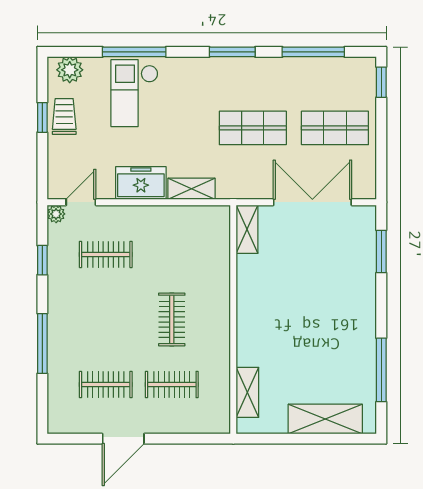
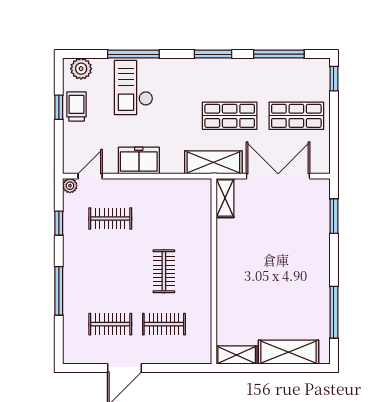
shelving: (192, 189) -> (213, 162), moved, width x1.50, depth x1.33
shelving: (247, 392) -> (237, 355), moved, turned 90

